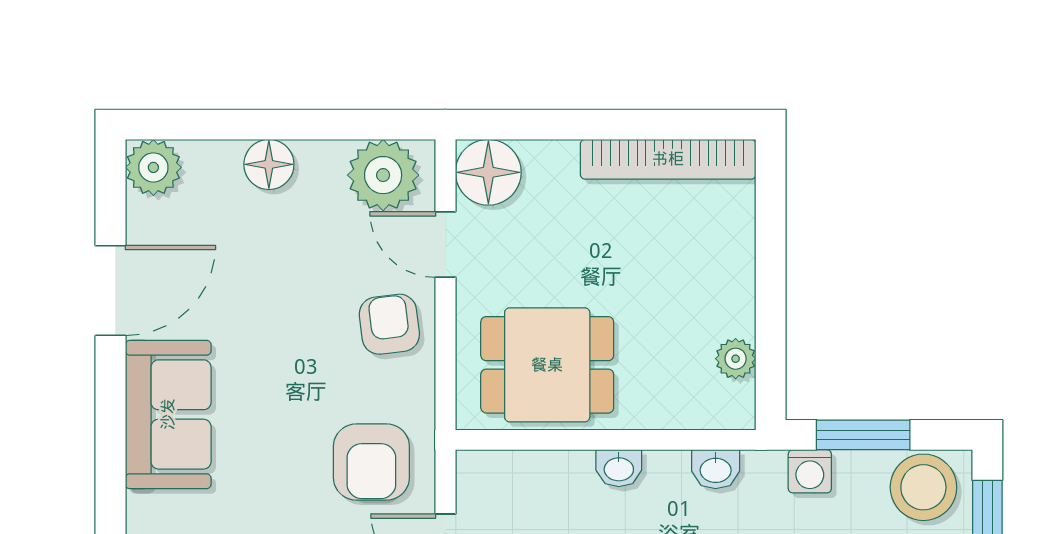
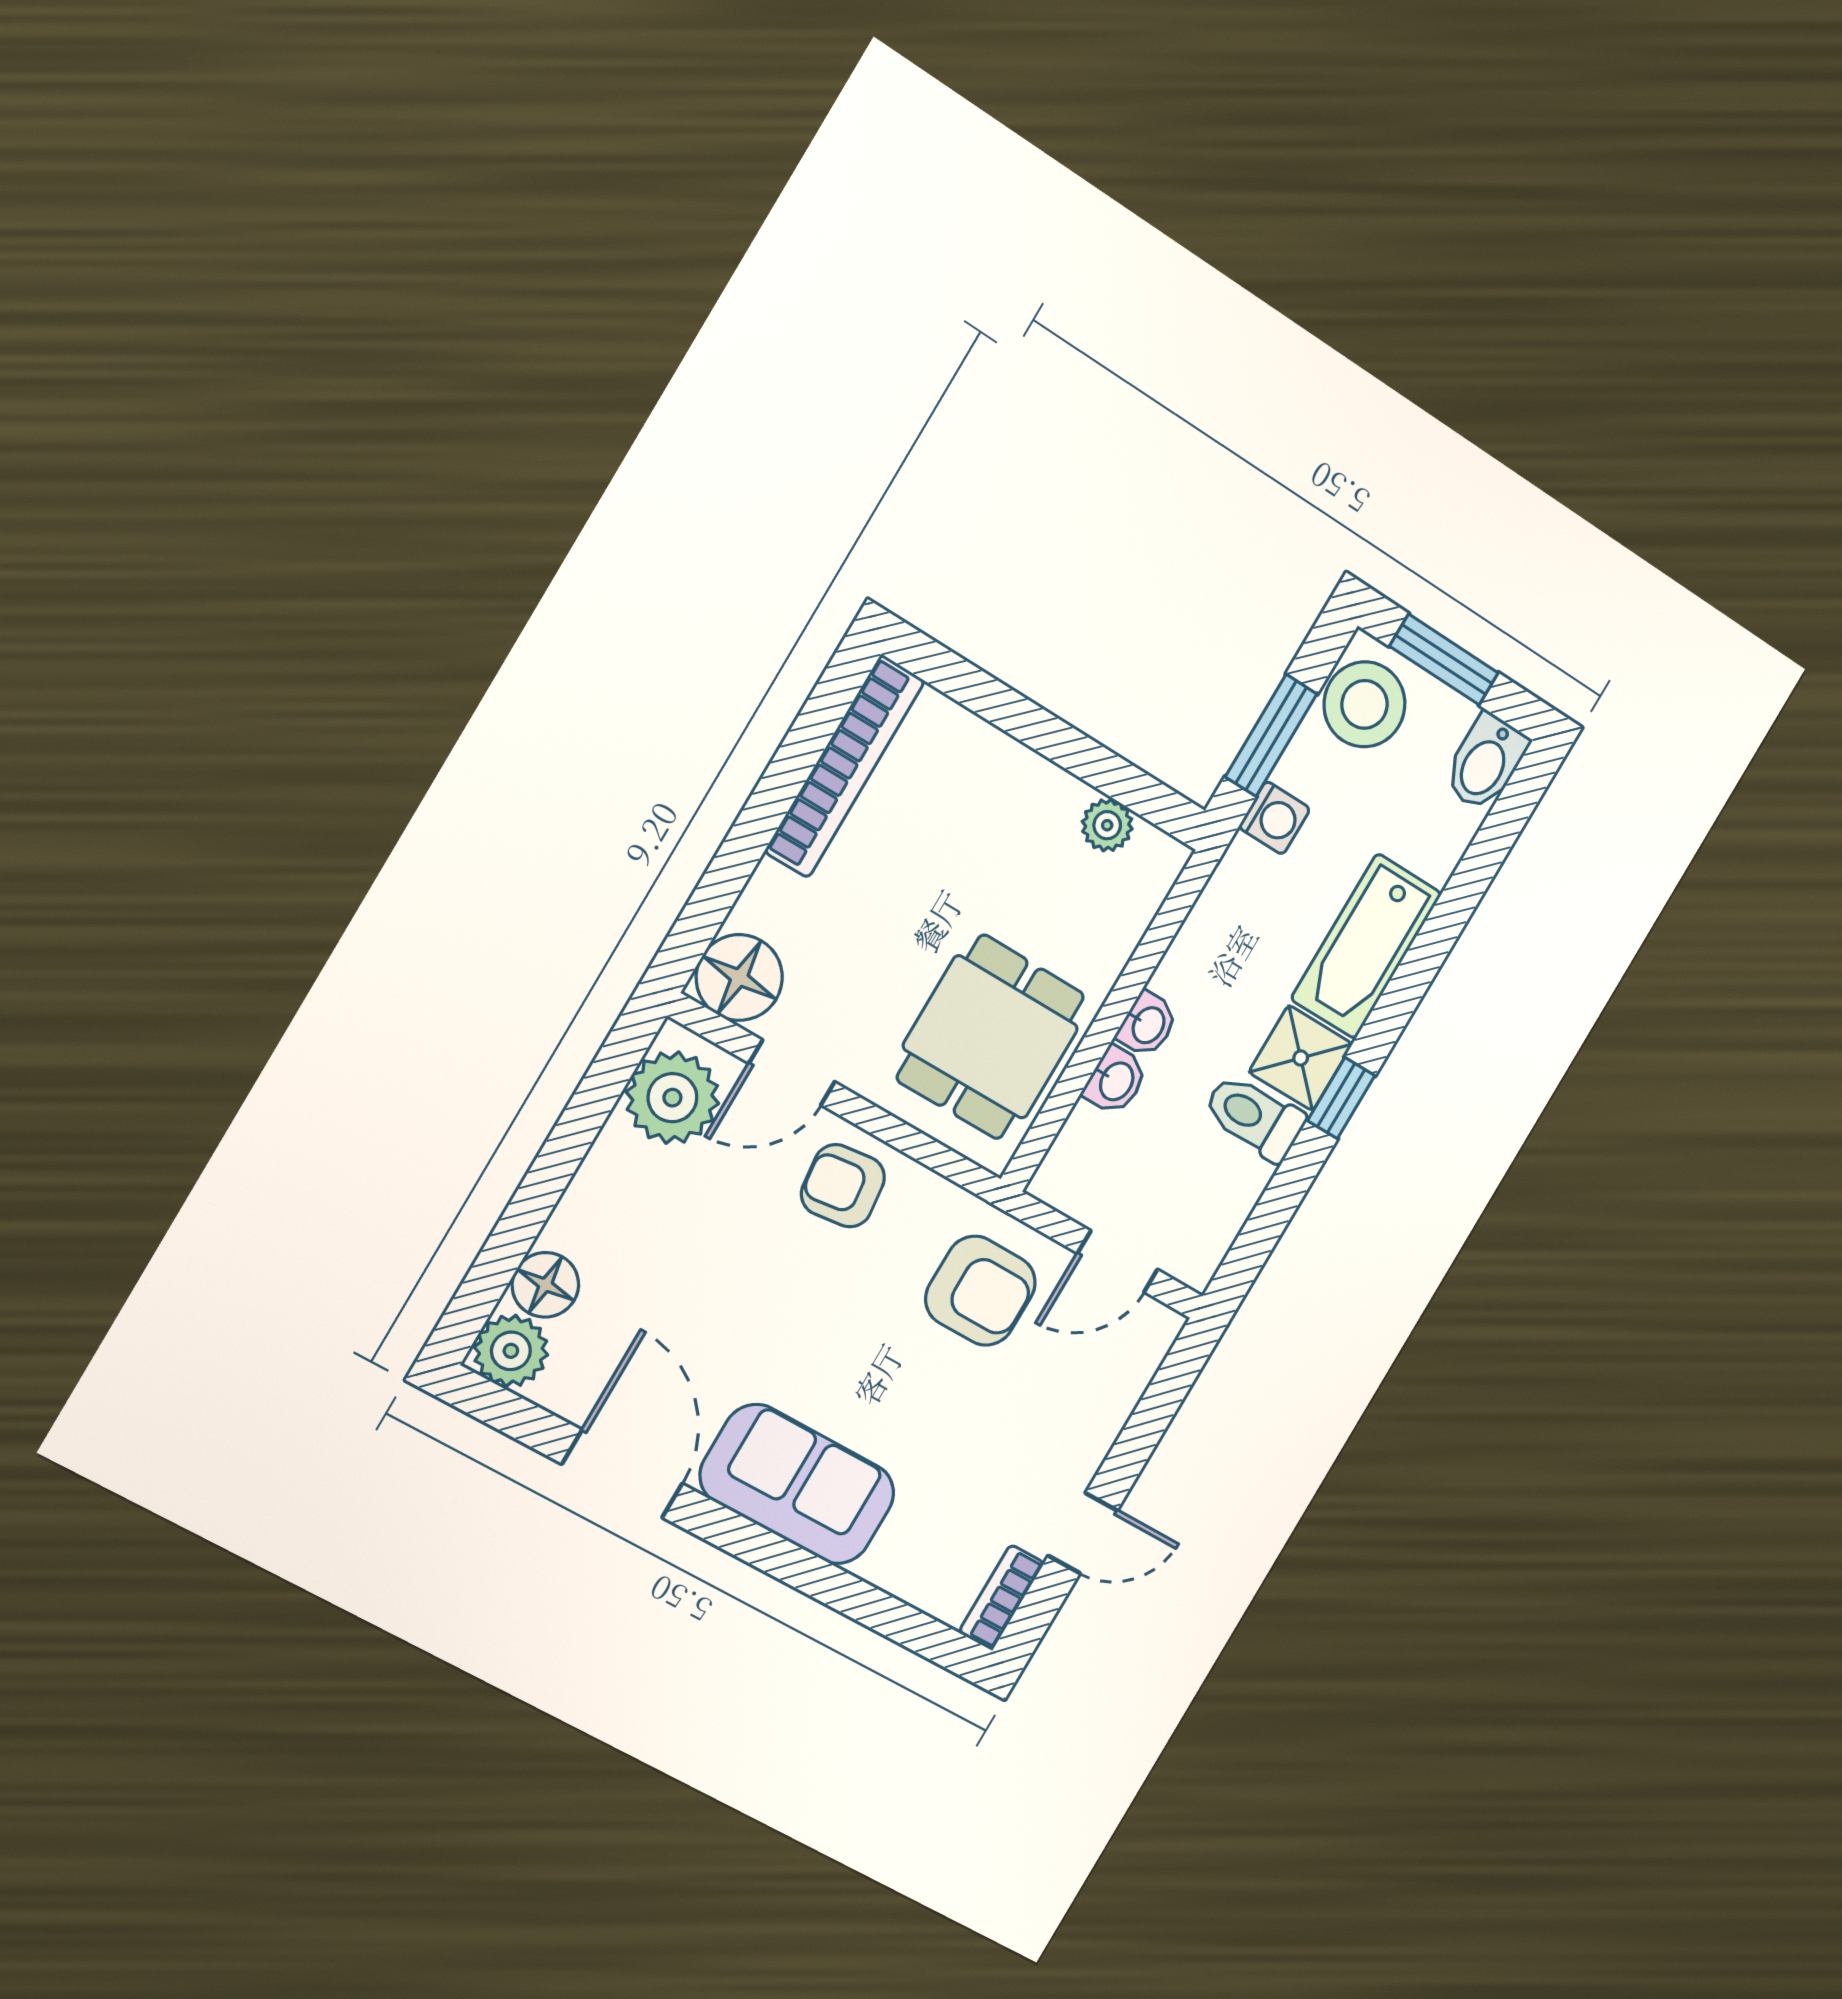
floor lamp: (269, 164) -> (545, 1285), moved
washbasin: (716, 469) -> (1115, 1081), moved

